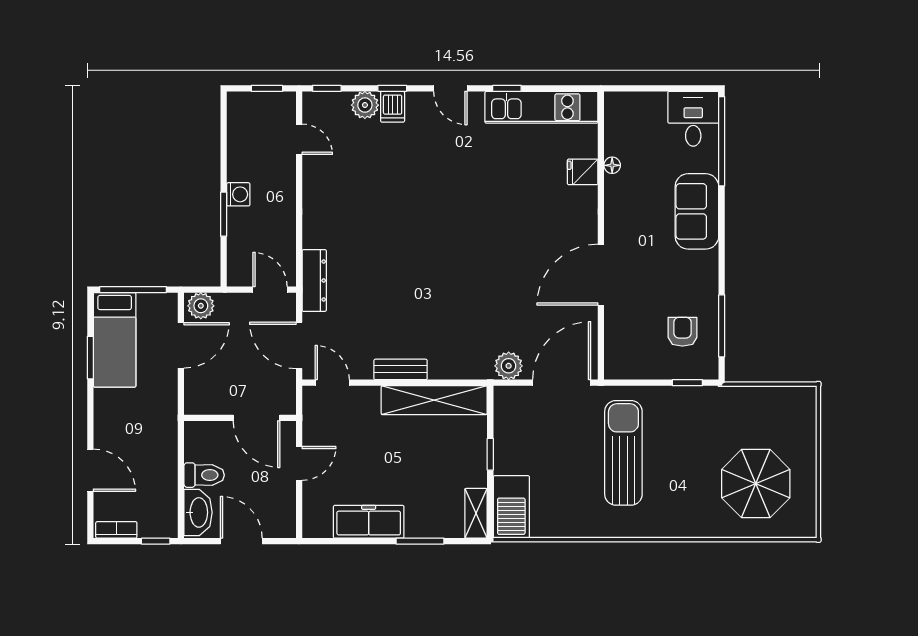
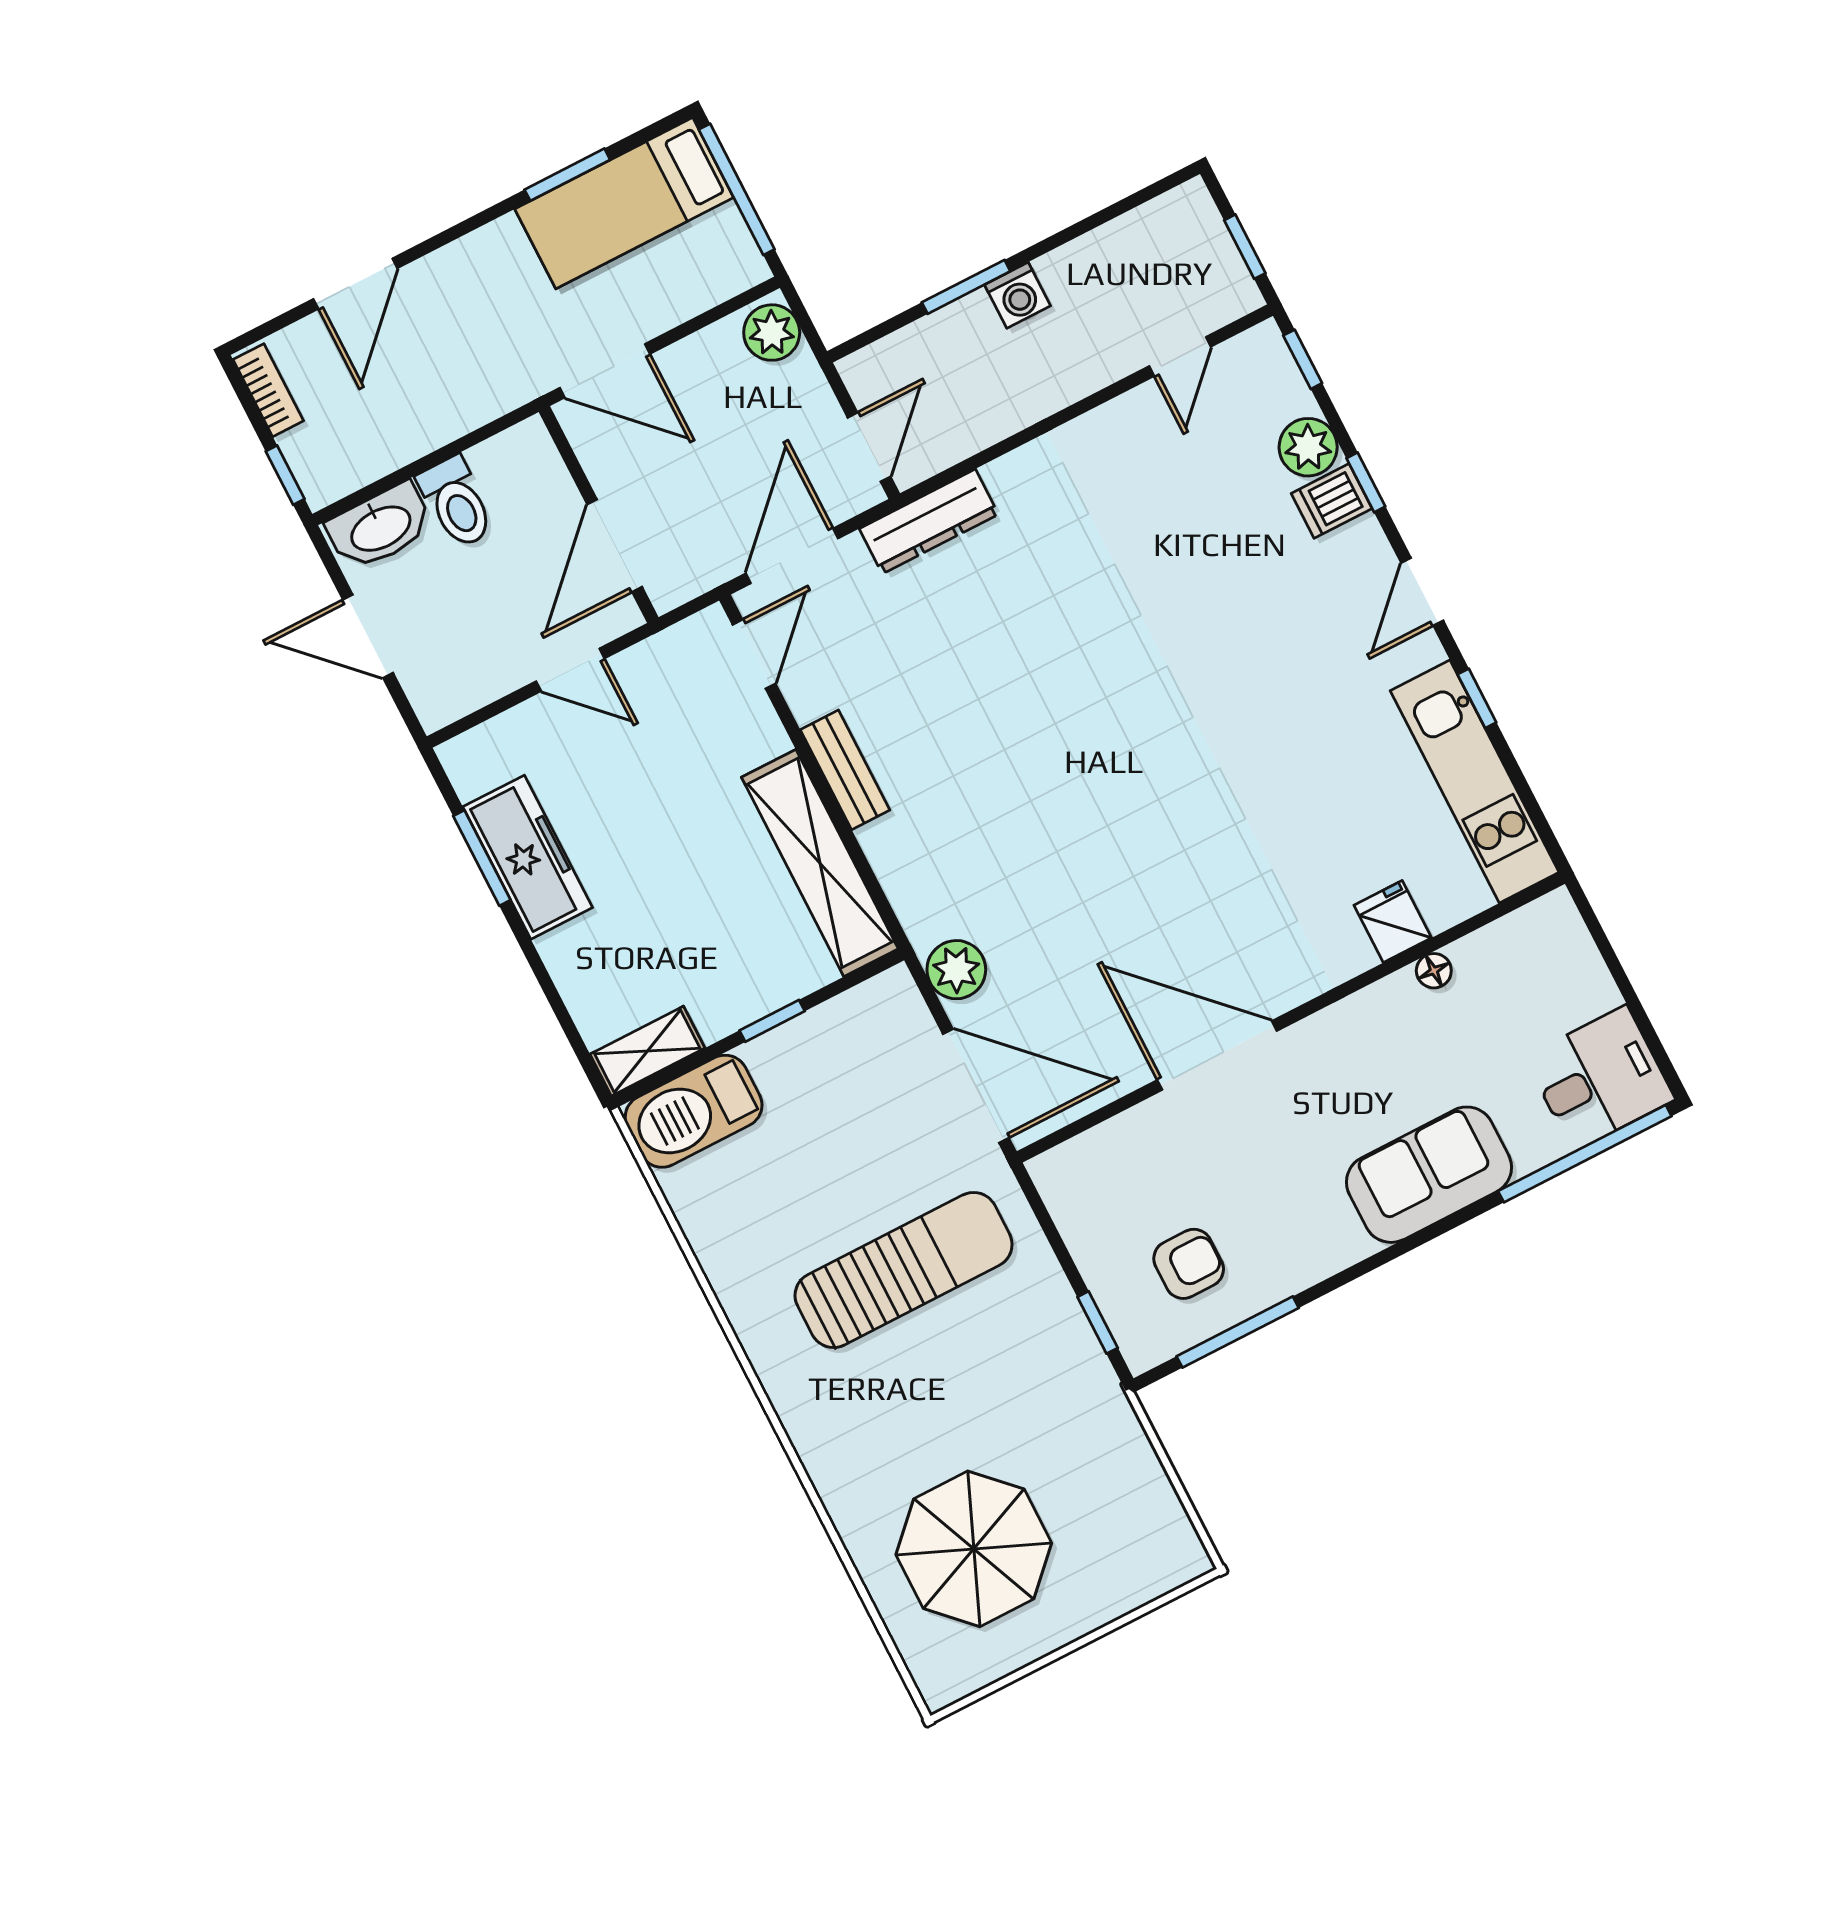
door: (181, 345) -> (605, 371), moved
door: (241, 541) -> (368, 636), swing flipped
window: (420, 541) -> (482, 858), moved

